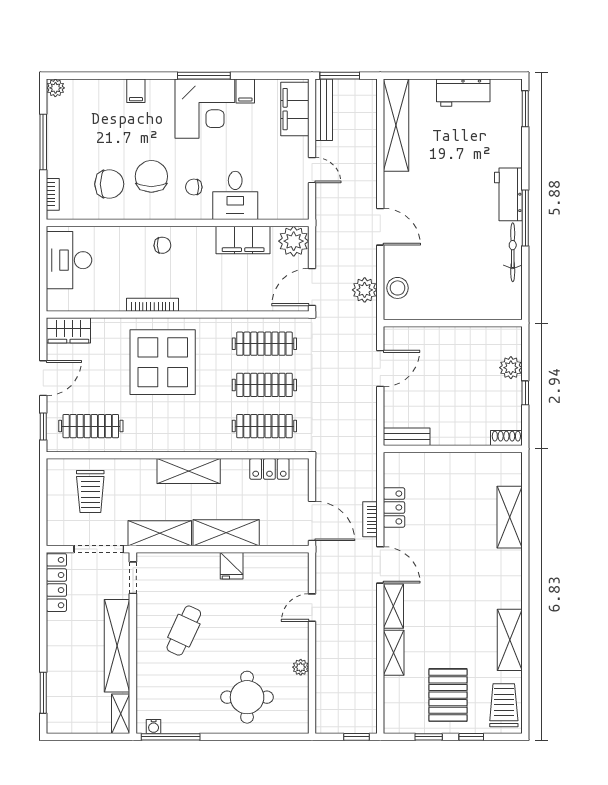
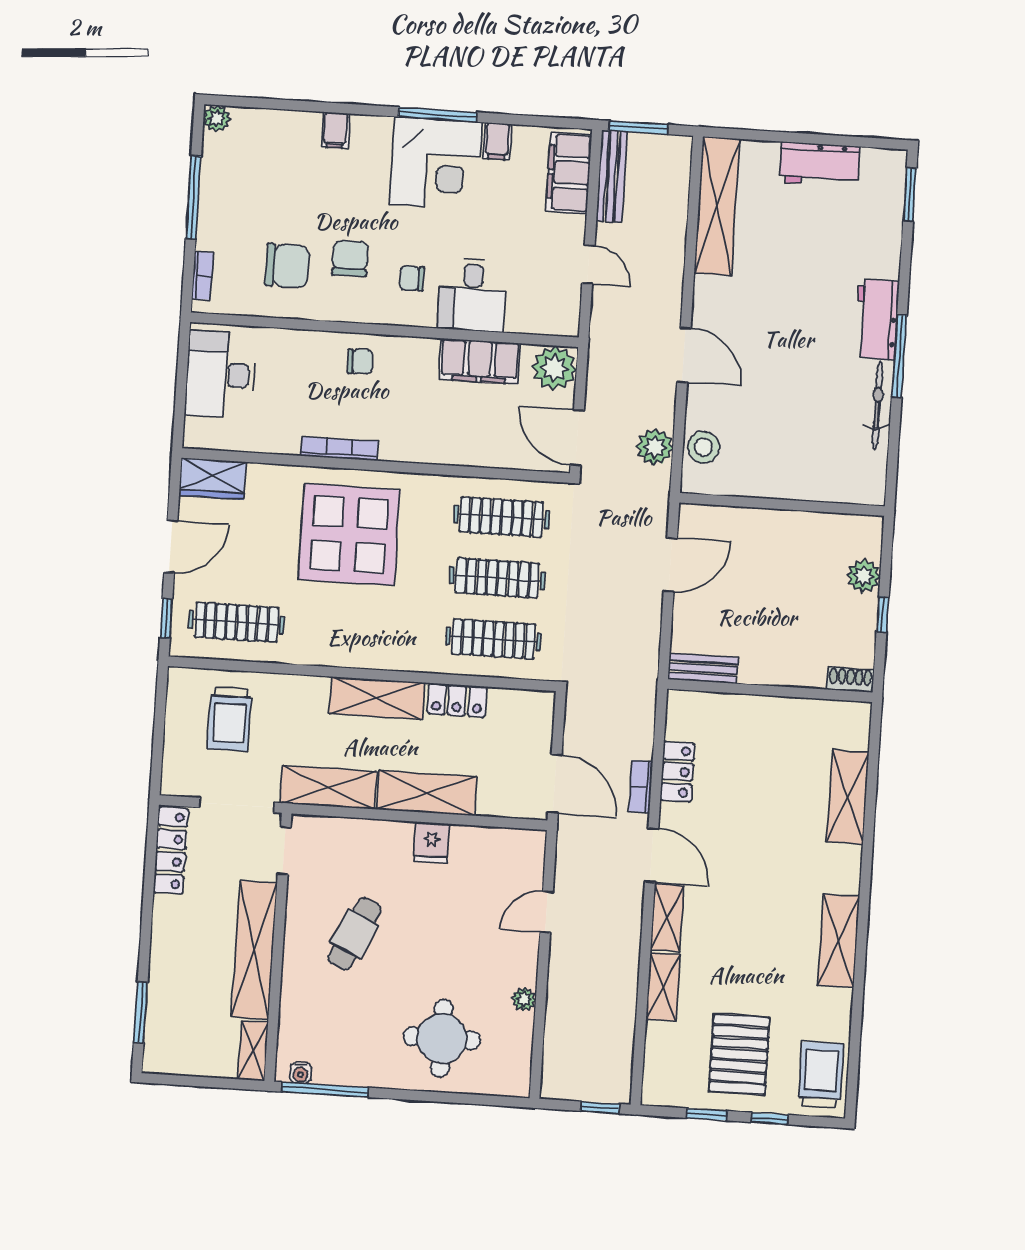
chair: (151, 176) -> (350, 259), width x0.73, depth x0.73
door: (312, 287) -> (577, 438), hinge flipped
locker: (269, 469) -> (457, 700), moved
shelving: (510, 640) -> (838, 941), moved

